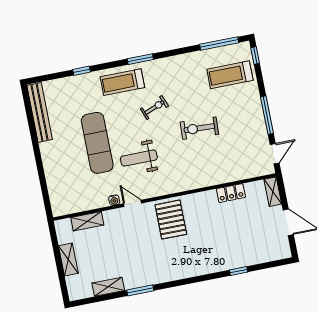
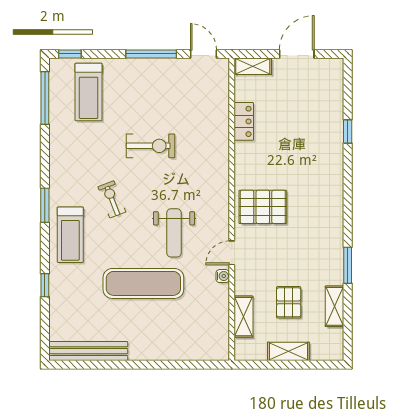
exercise bike: (199, 128) -> (151, 146), turned -93
pallet: (104, 252) -> (289, 302), added

